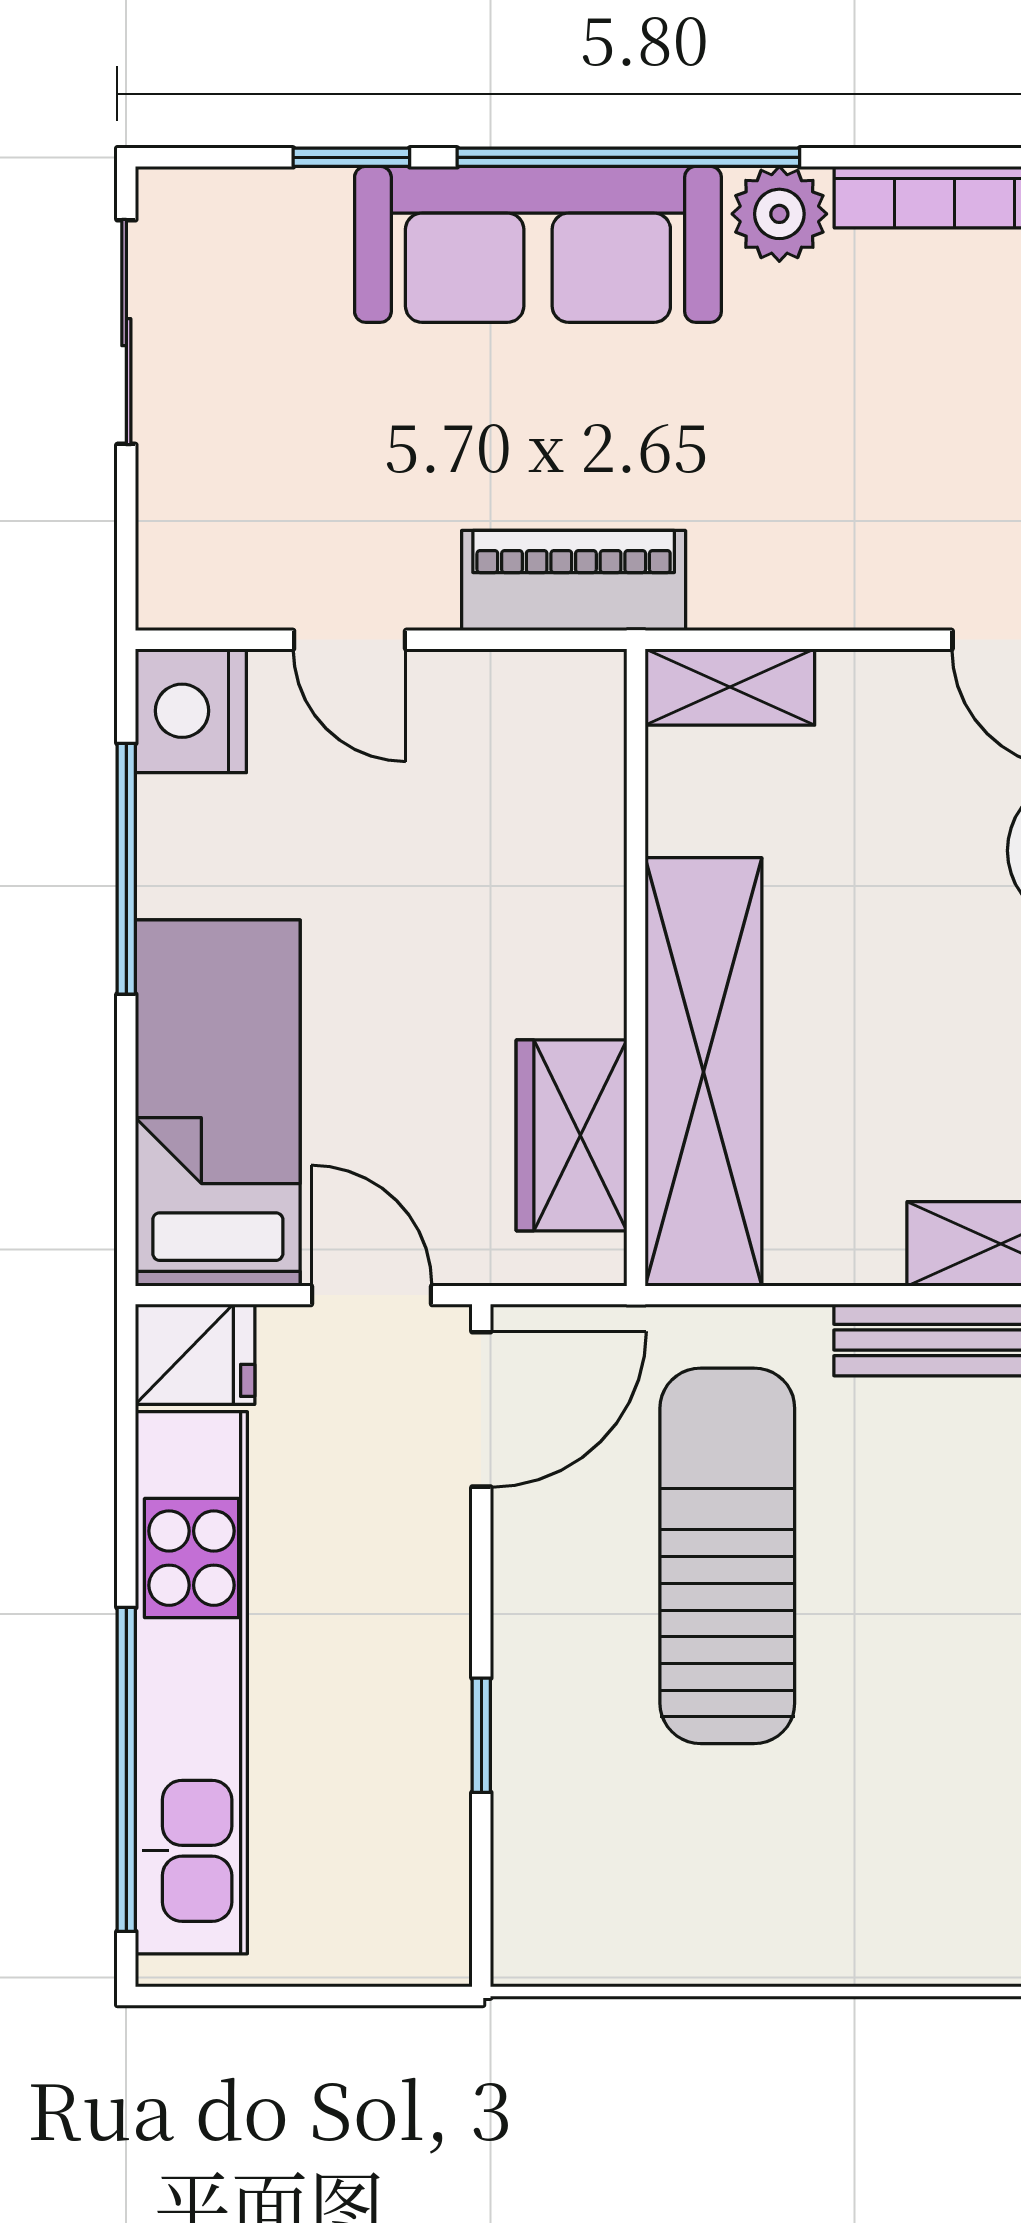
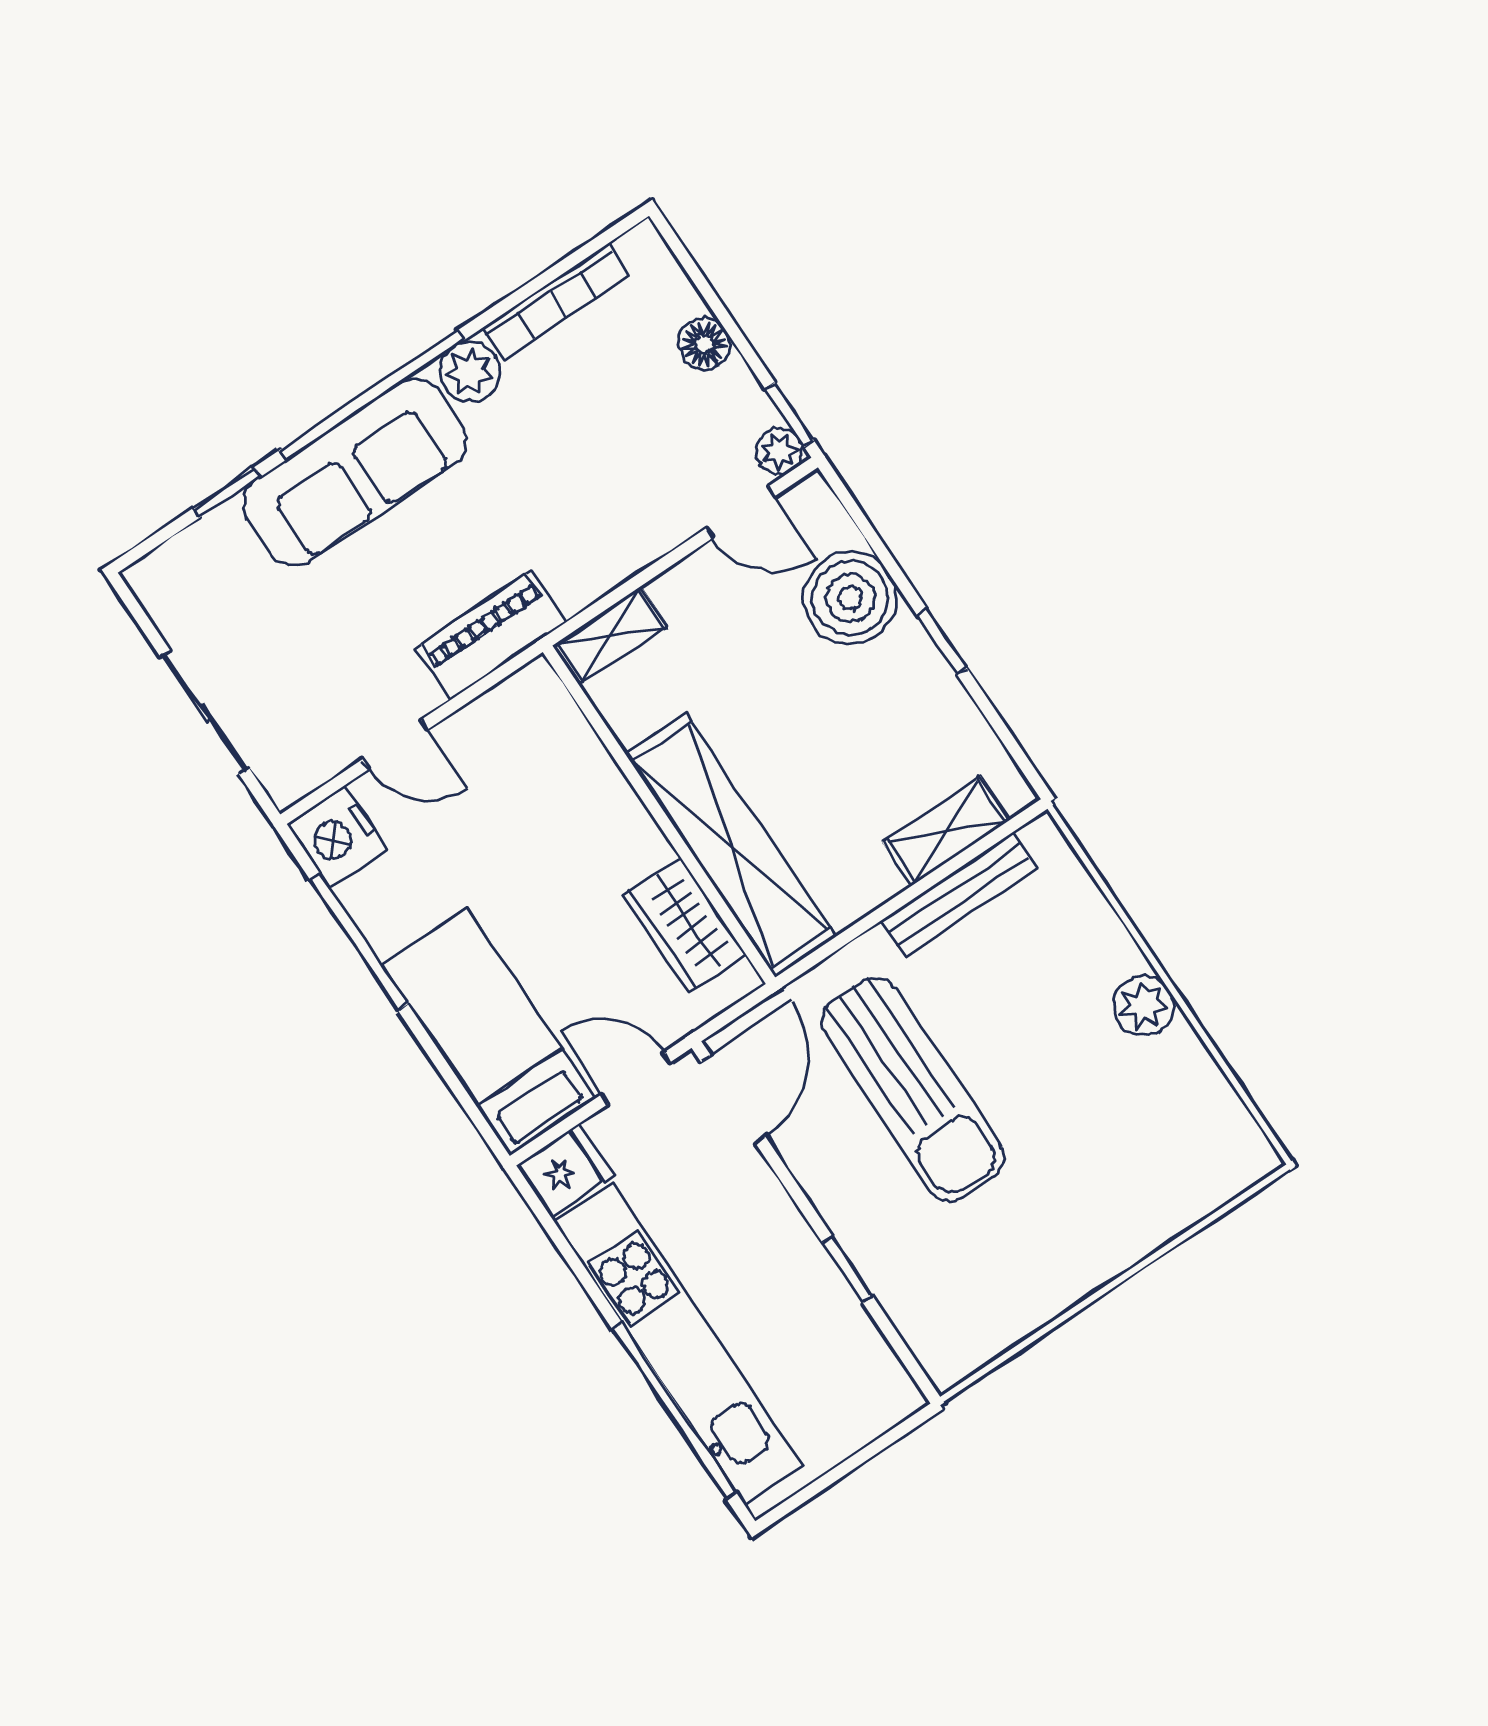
sliding door: (126, 332) -> (205, 712), moved
sun lounger: (727, 1556) -> (913, 1089), turned 180

